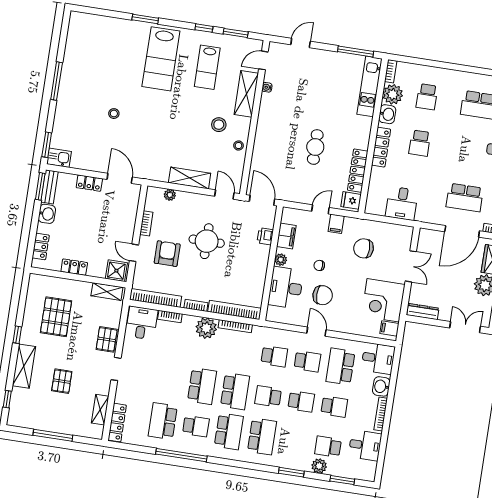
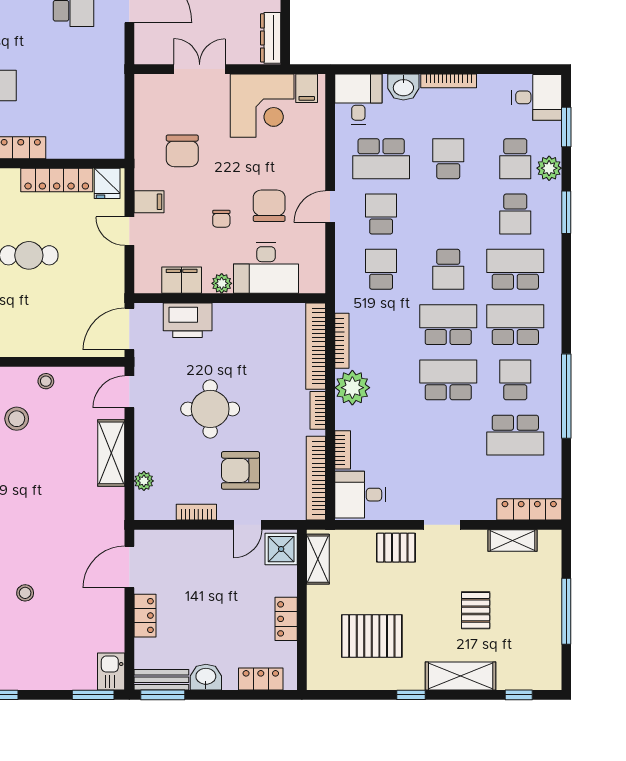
desk: (402, 203) -> (99, 100), removed
printer: (265, 236) -> (188, 320), width x1.87, depth x1.48
pallet: (62, 381) -> (476, 610), turned 90
school desk: (301, 401) -> (515, 214), moved, turned 180
desk: (365, 445) -> (537, 97), moved, turned 90

